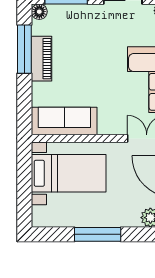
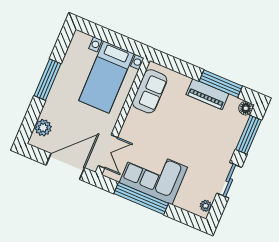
sofa: (64, 121) -> (150, 91), width x0.73

